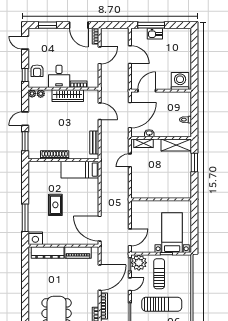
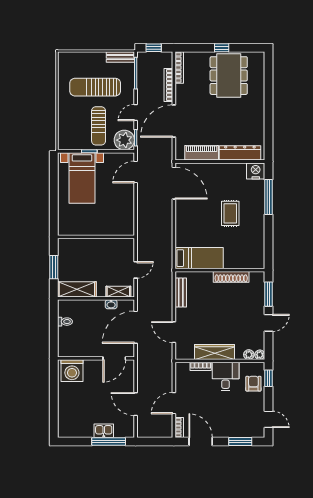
wall: (161, 199) -> (96, 237), moved

